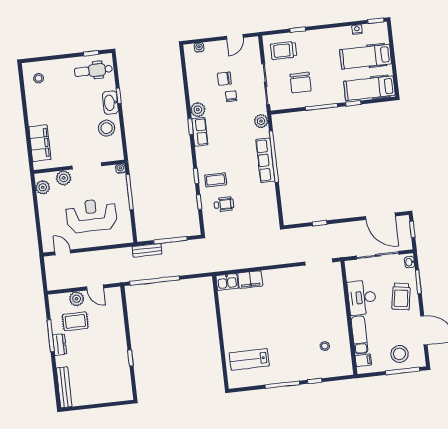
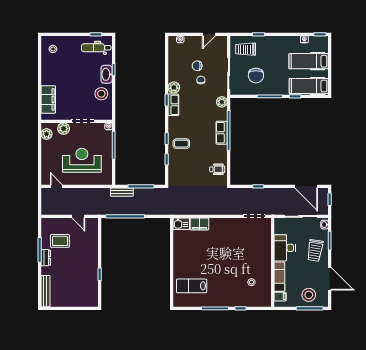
row of seats: (265, 160) -> (222, 133), width x0.68
wheelchair: (224, 204) -> (217, 169), moved
plant: (77, 299) -> (63, 224), removed

